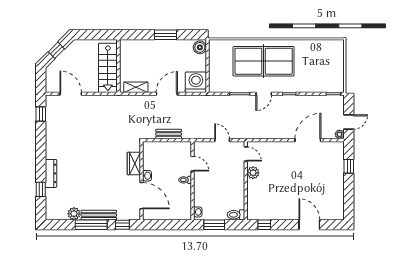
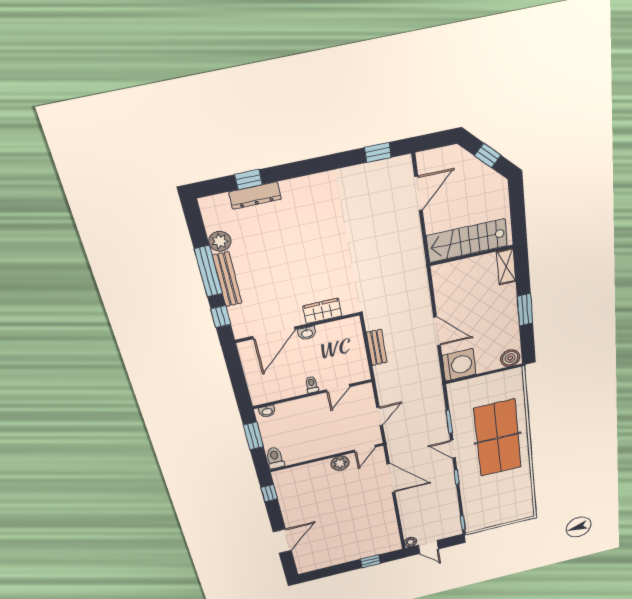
shelving: (136, 87) -> (506, 267), moved
door: (308, 140) -> (391, 478), moved
dresser: (51, 173) -> (255, 196), moved

